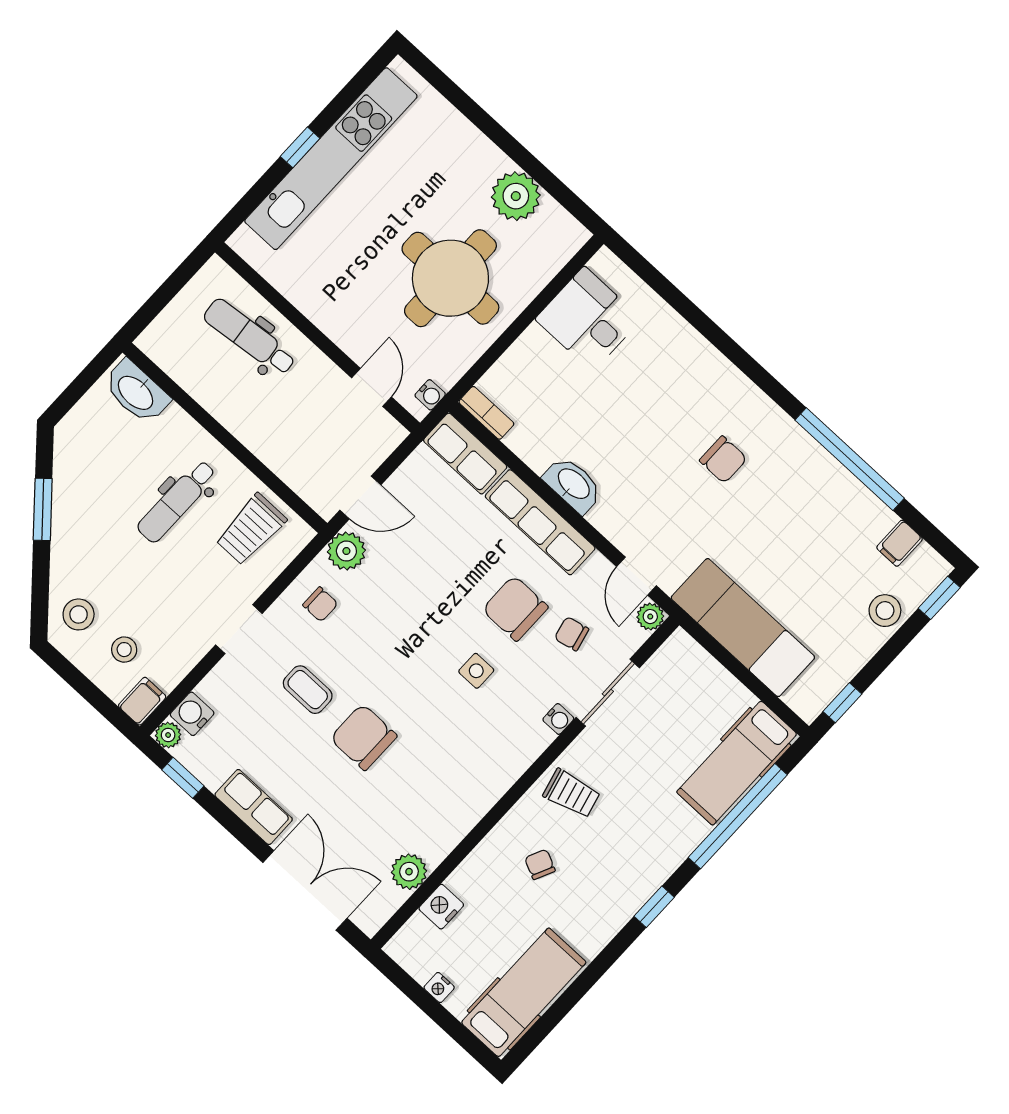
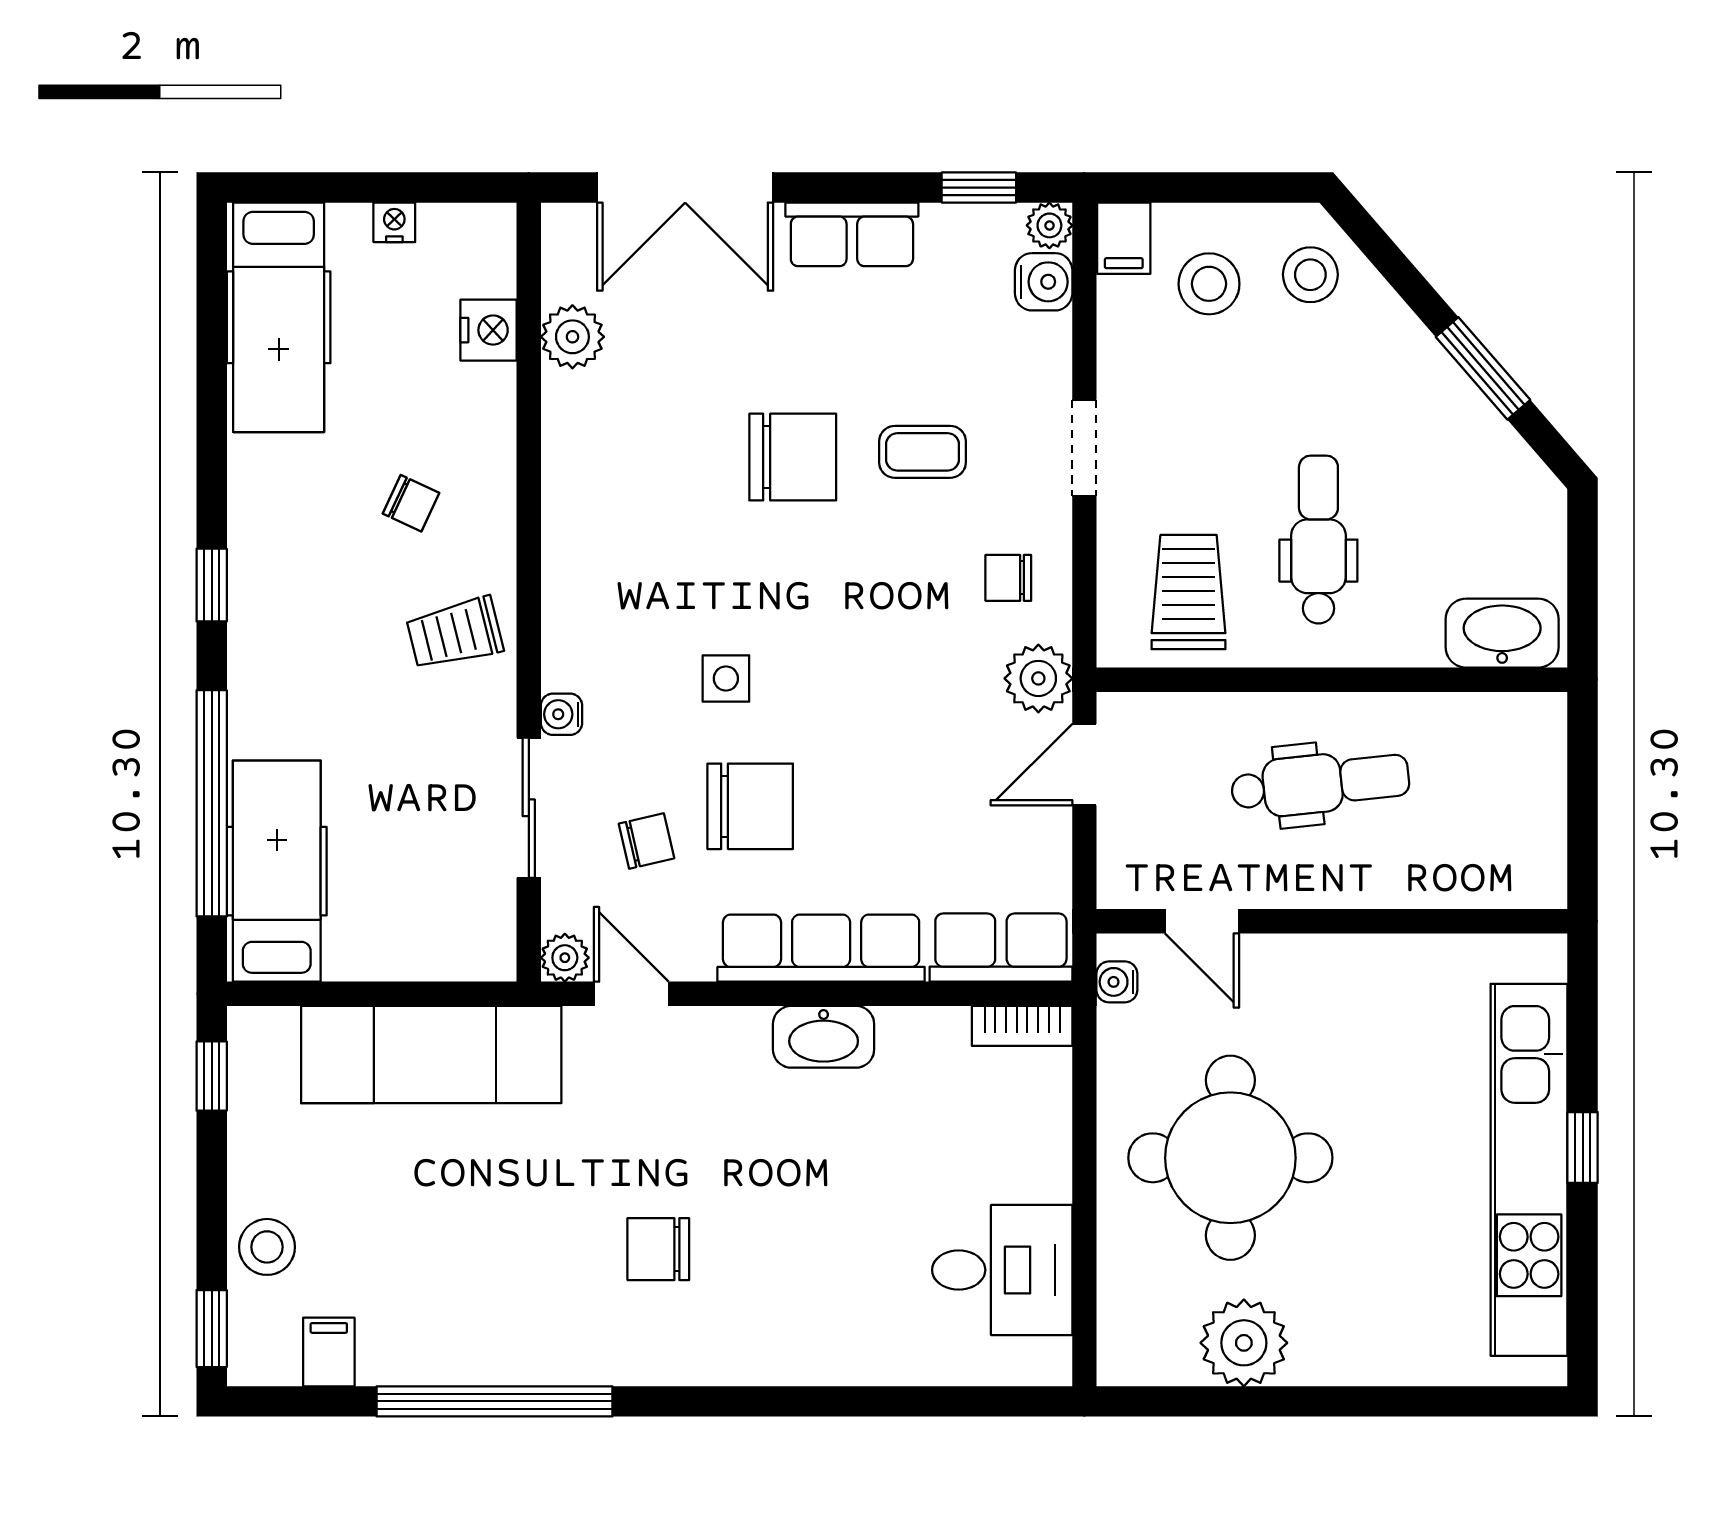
dental chair: (250, 337) -> (1320, 783), moved
stool: (124, 650) -> (1209, 284), width x1.37, depth x1.37

